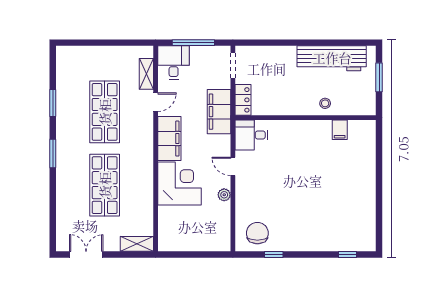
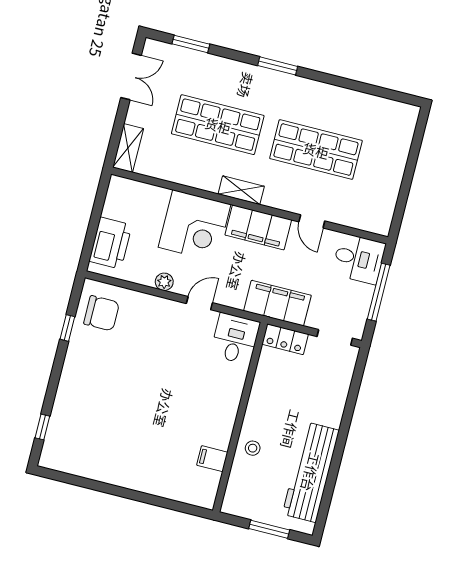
shelving: (146, 74) -> (241, 190), moved
window: (53, 103) -> (191, 44), moved
printer: (207, 239) -> (110, 243), added

